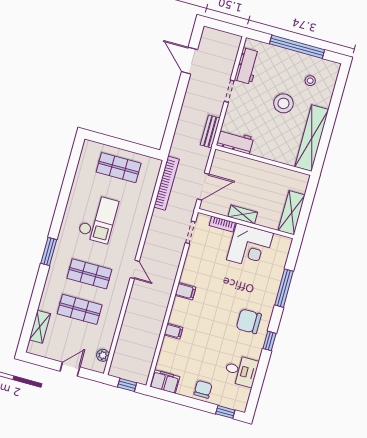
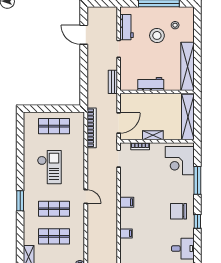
stool: (283, 103) -> (157, 35), moved
workbench: (235, 141) -> (151, 84), moved
shelving: (292, 213) -> (188, 117), width x1.47
corner desk: (250, 246) -> (180, 161), moved, turned 90

